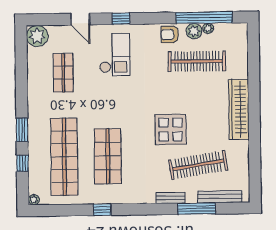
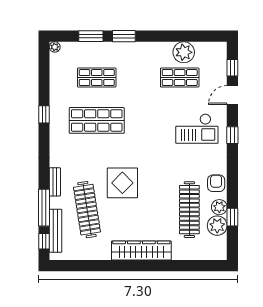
window: (204, 18) -> (232, 217), width x0.32
window: (53, 19) -> (232, 68), added
plant: (208, 28) -> (217, 226), width x1.88, depth x1.88
plant: (37, 36) -> (184, 52), moved
shop shelf: (64, 157) -> (97, 78), width x0.50, depth x0.74
window: (22, 163) -> (91, 36), width x1.50
window: (231, 208) -> (44, 241), added

